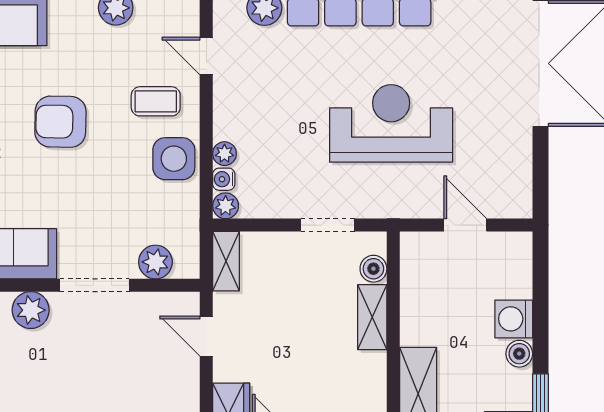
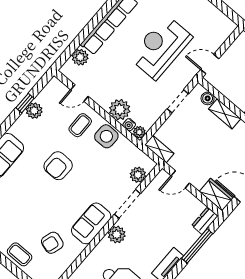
plant: (224, 154) -> (120, 110), width x1.87, depth x1.87
door: (465, 225) -> (210, 64), moved

